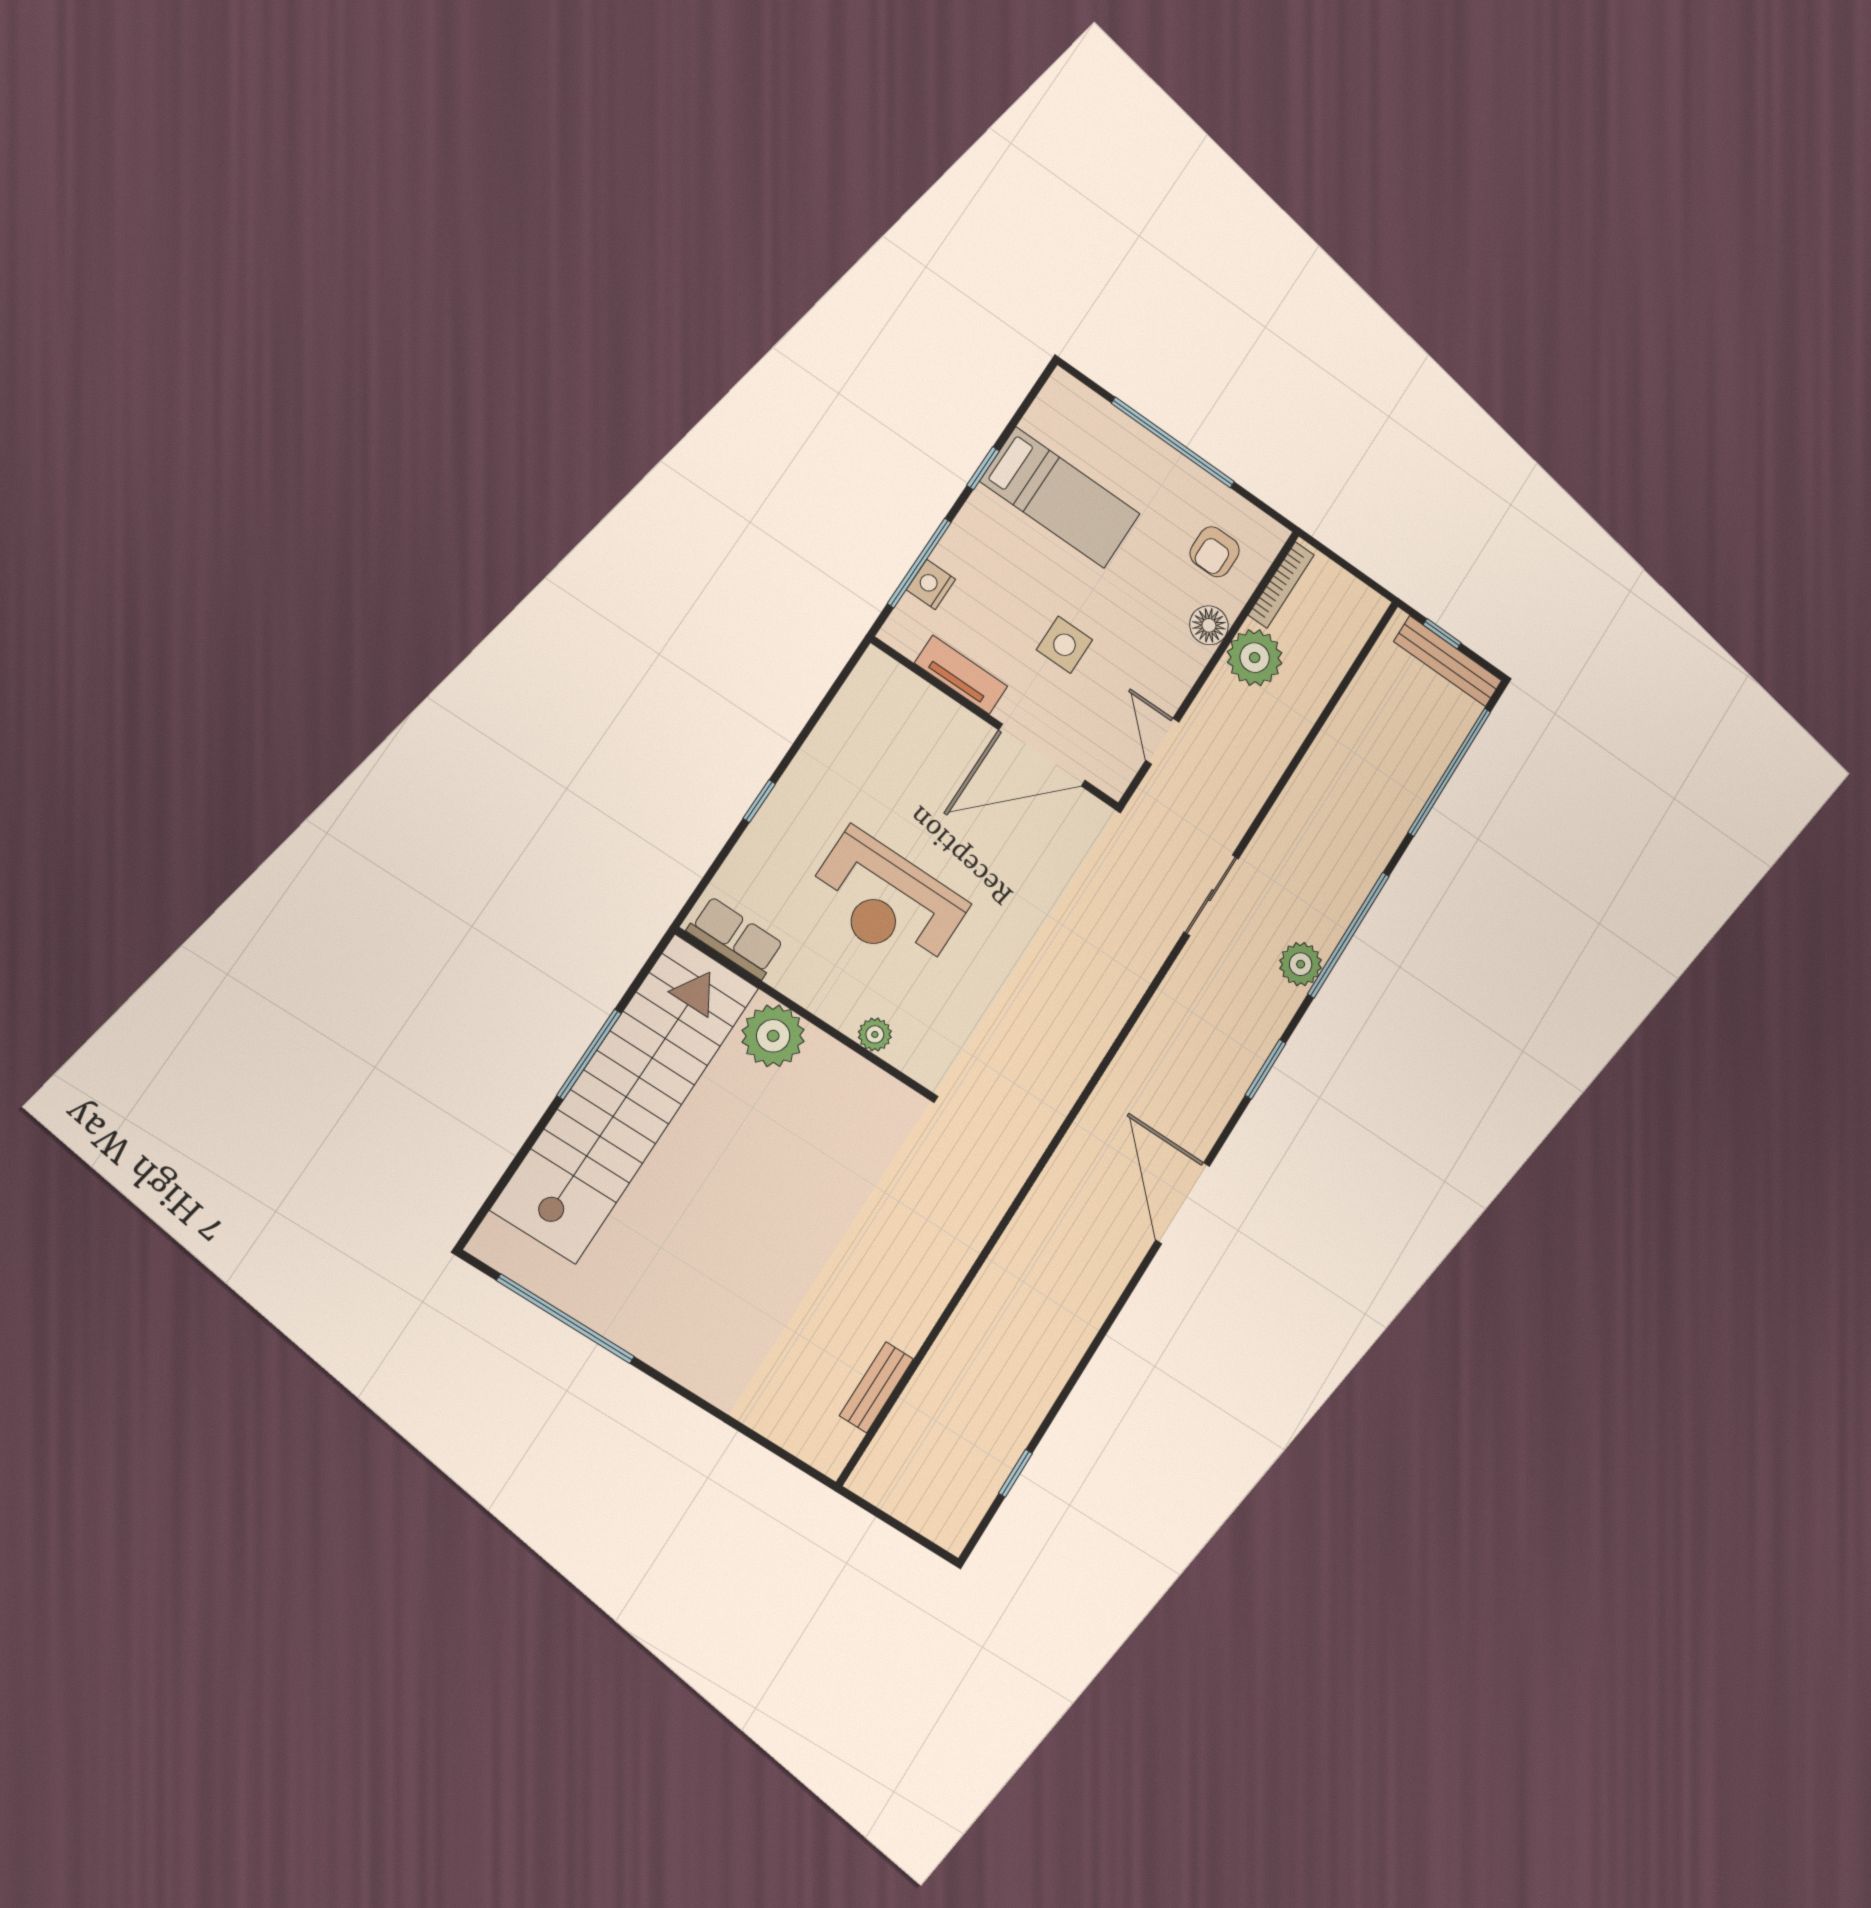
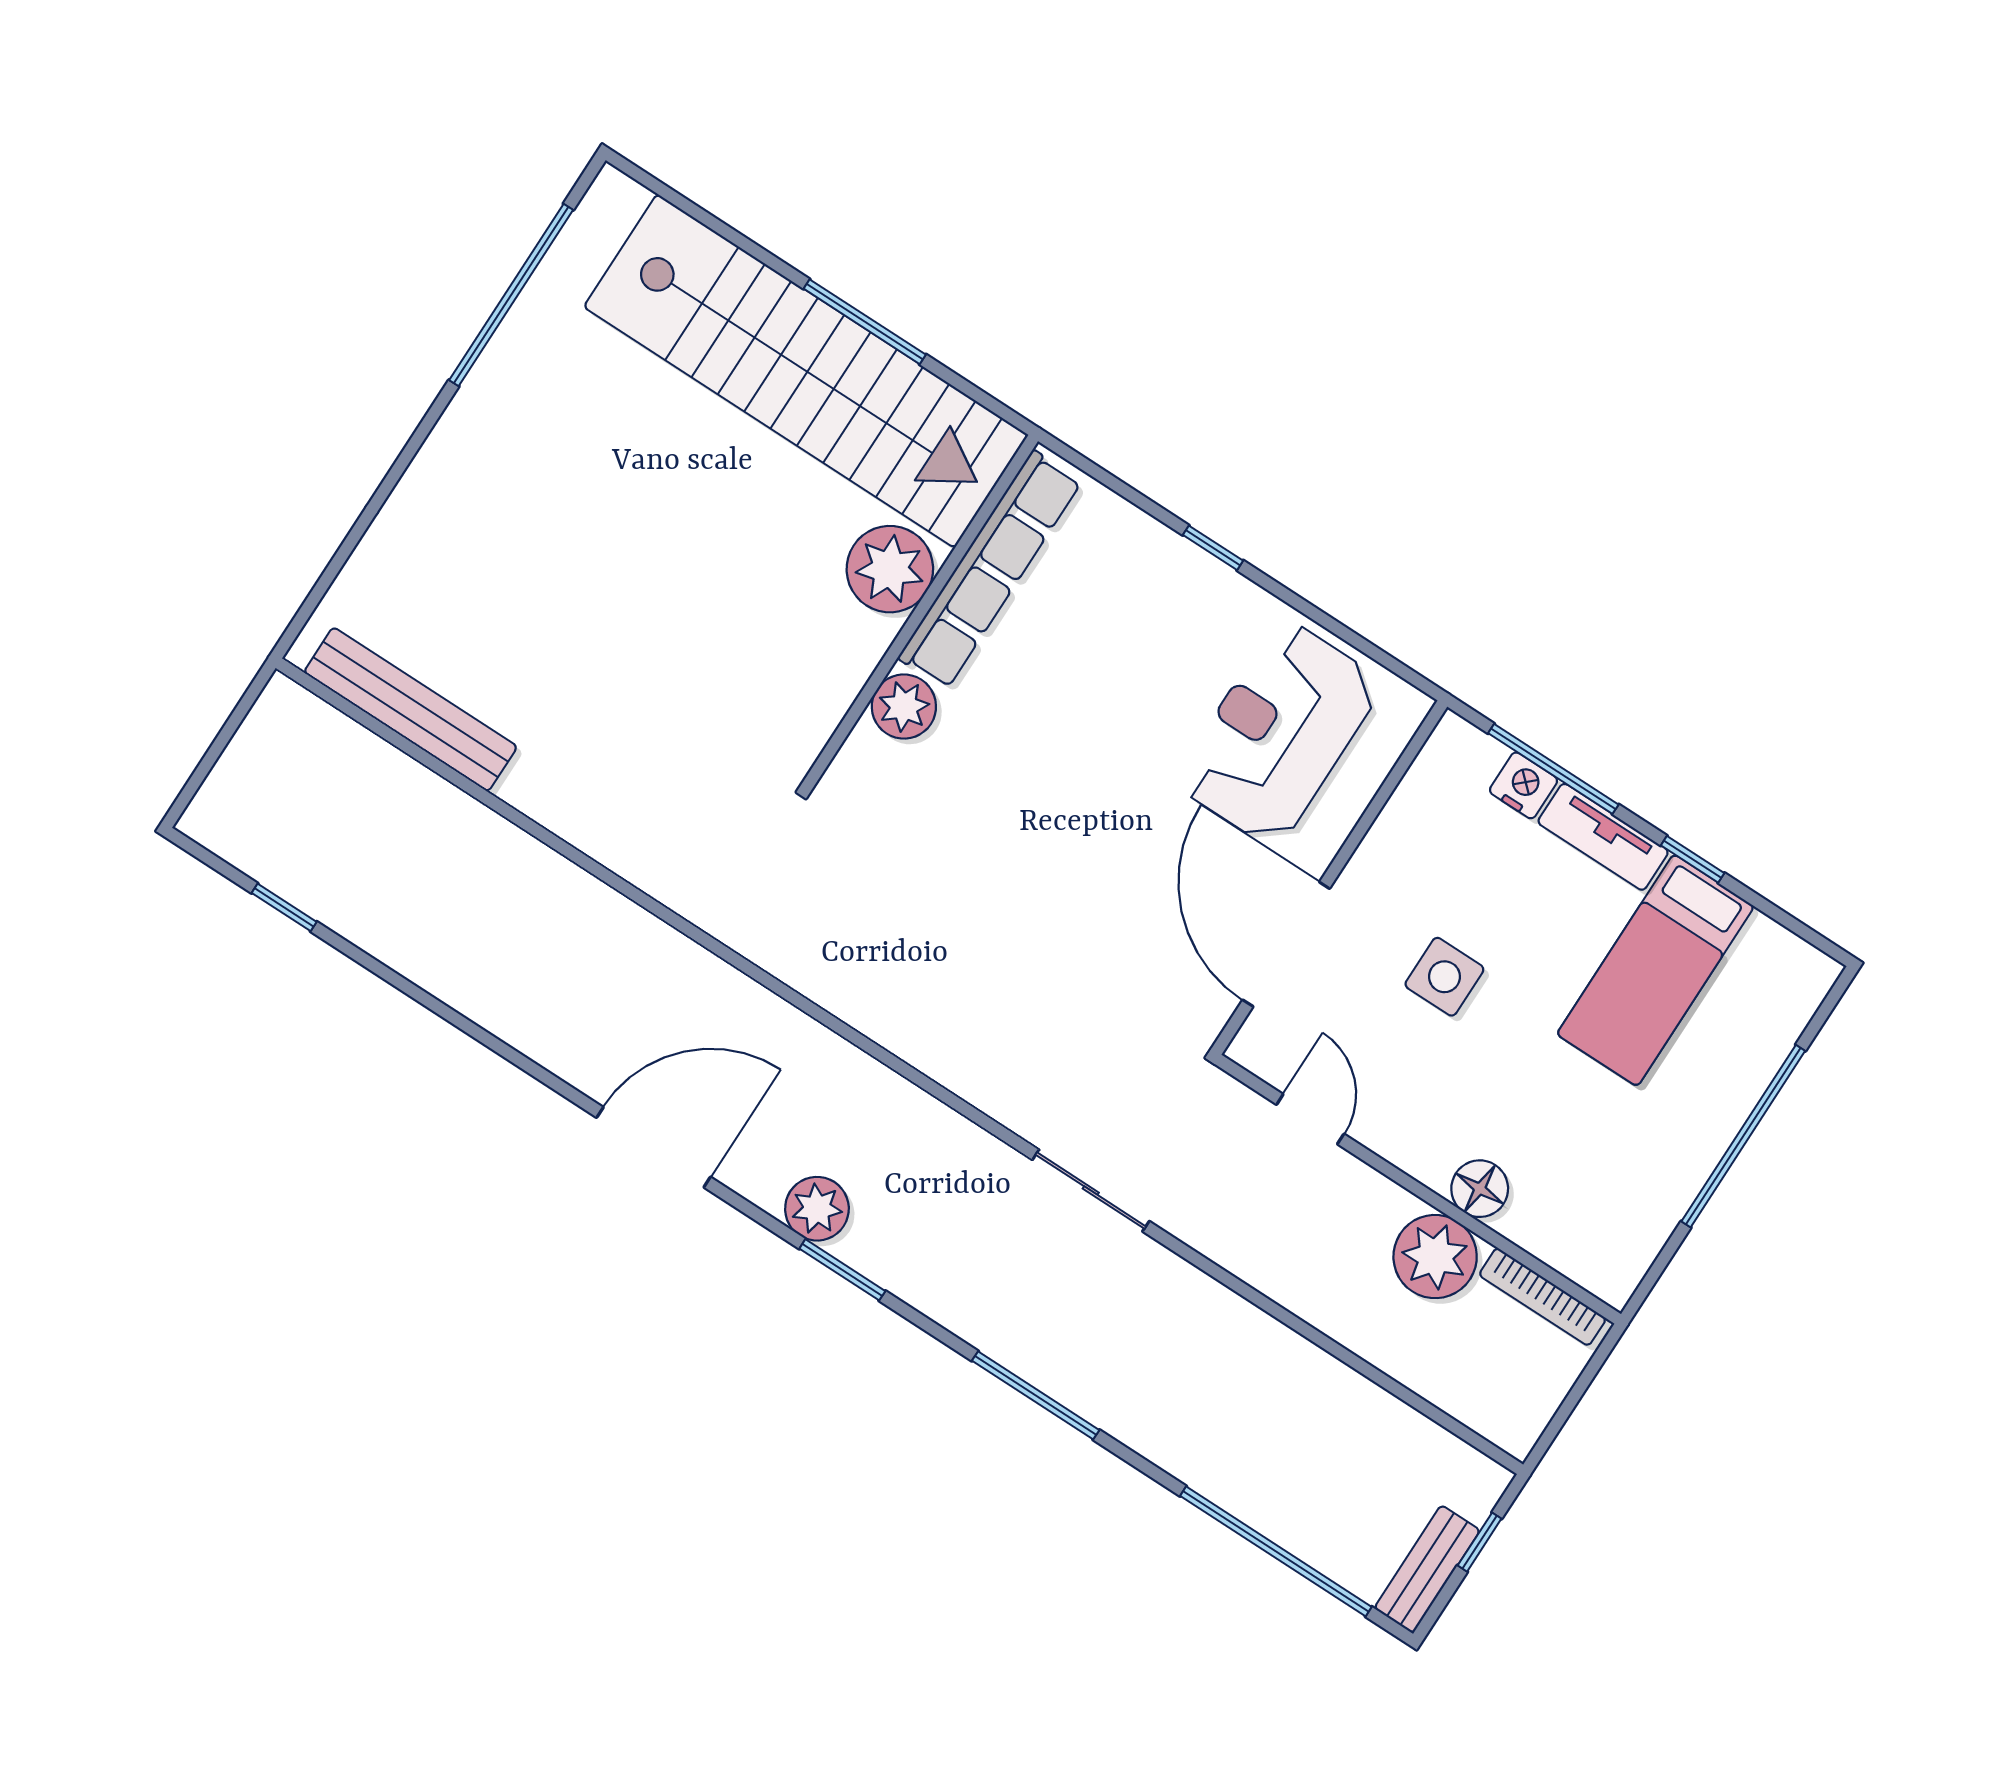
armchair: (1215, 552) -> (1587, 1197), removed
bench: (1448, 661) -> (1427, 1569), width x0.73
tv unit: (961, 675) -> (1603, 837), moved, turned 90
door: (1162, 741) -> (1310, 1119), hinge flipped
reception desk: (886, 902) -> (1279, 733), moved
window: (1349, 935) -> (1036, 1395), width x0.68
row of seats: (735, 938) -> (990, 570), width x2.02
plant: (1301, 964) -> (817, 1209), moved
plant: (875, 1034) -> (904, 707), width x1.38, depth x1.38
bench: (876, 1387) -> (411, 709), width x1.86, depth x1.21

